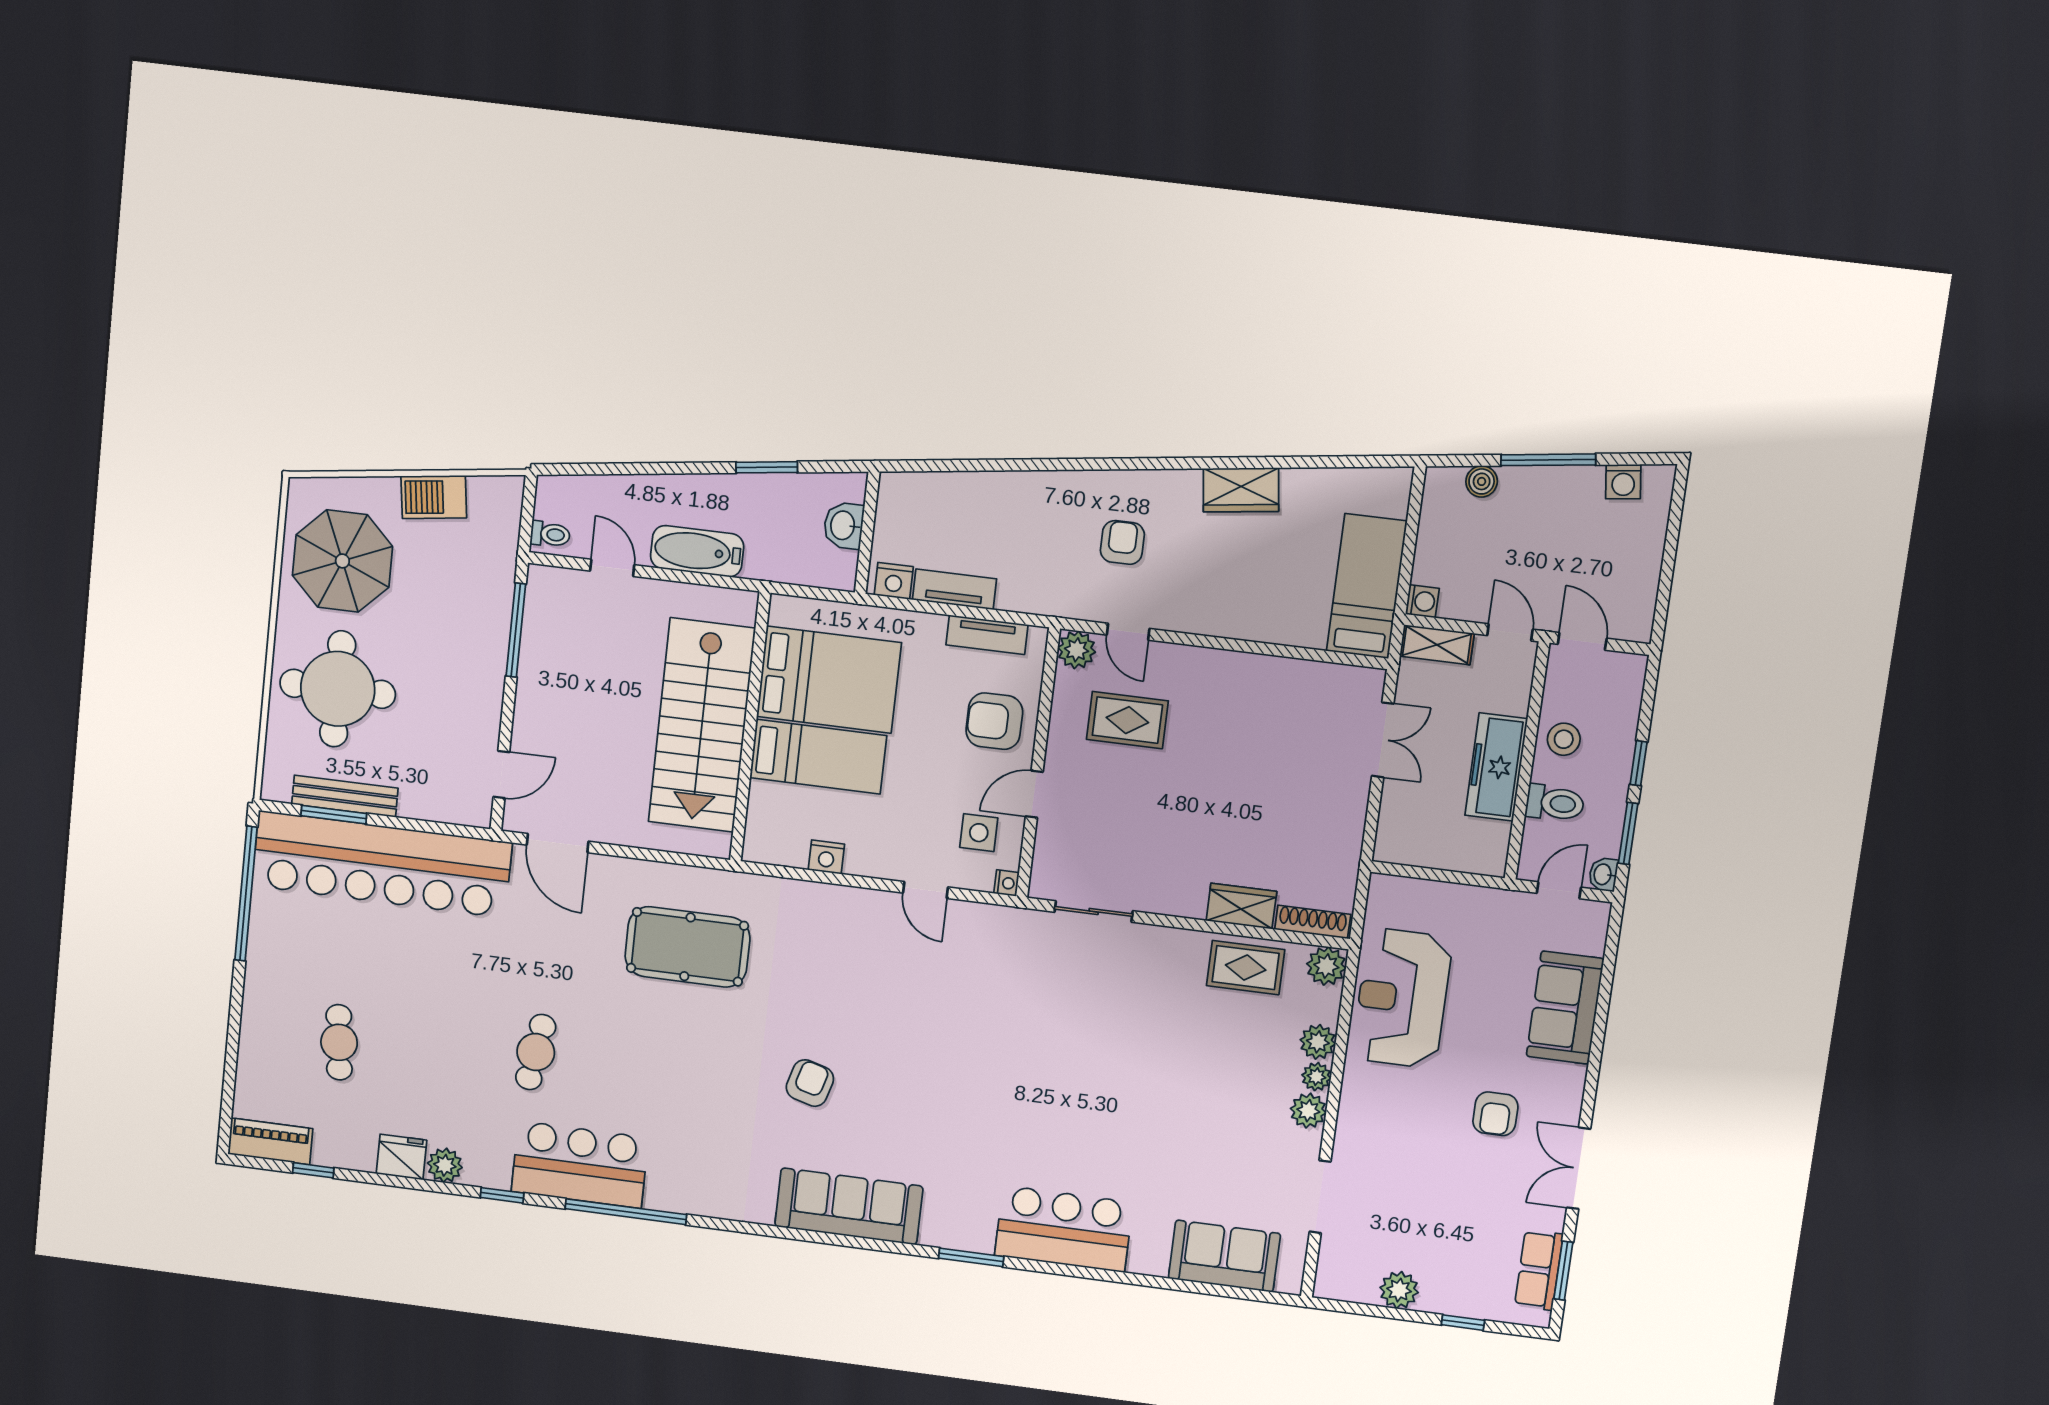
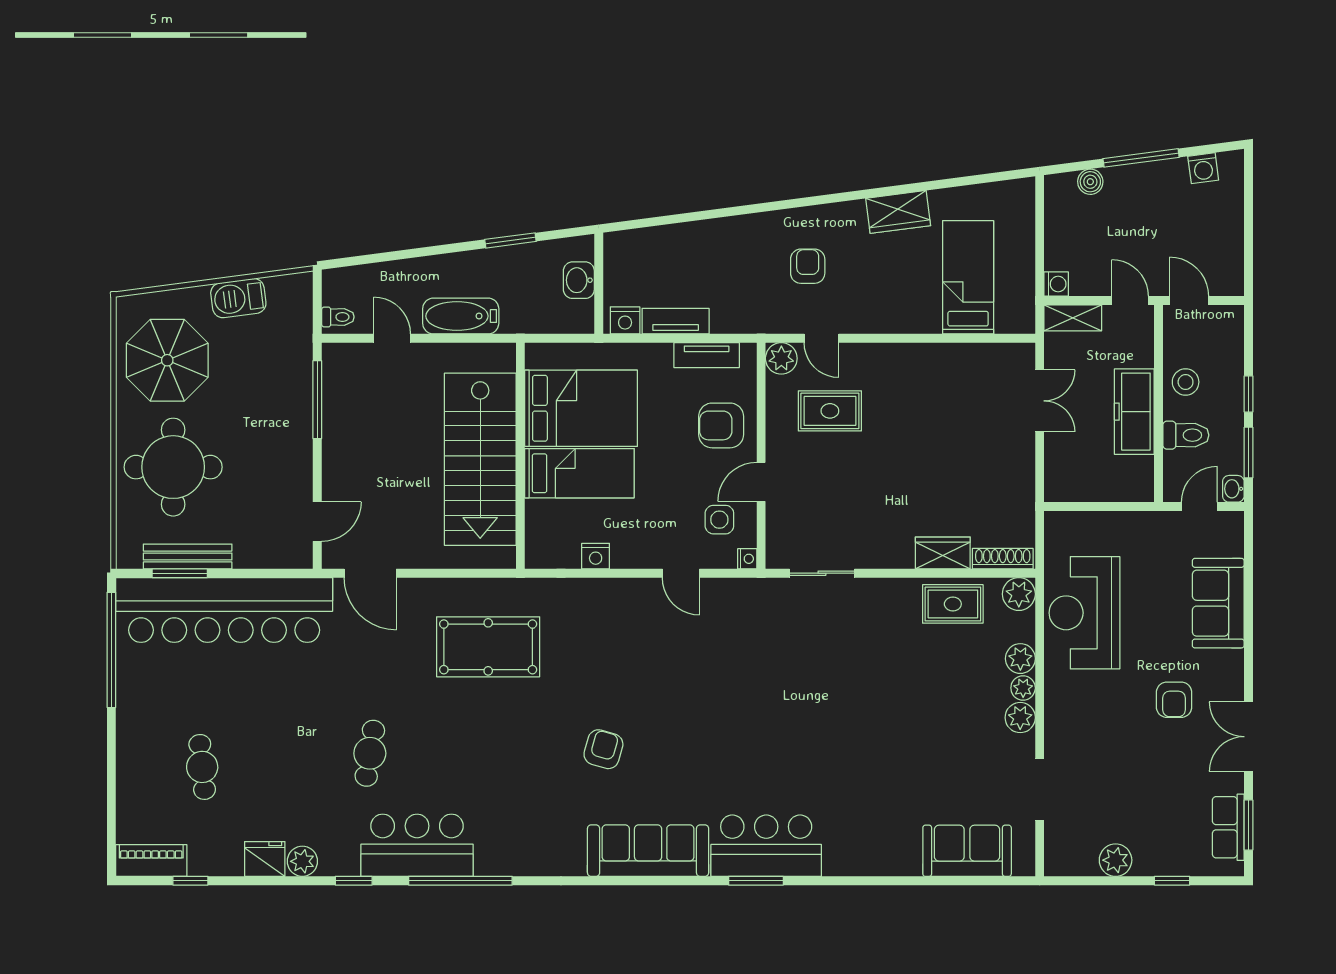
bed: (1367, 586) -> (968, 277), moved
bar counter: (1064, 1229) -> (766, 846), moved

